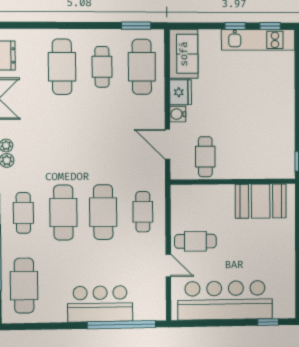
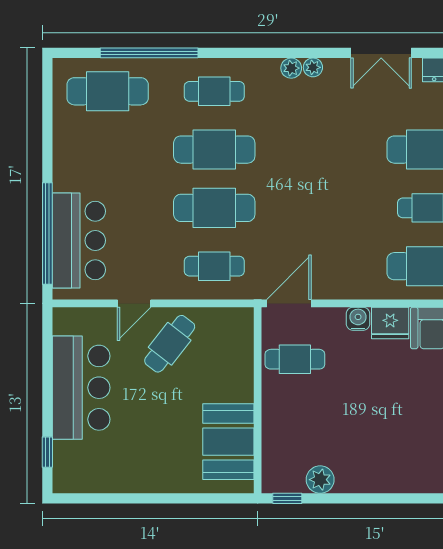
plant: (286, 139) -> (320, 480), added
door: (168, 144) -> (289, 303), moved
cafe table: (195, 241) -> (170, 344), turned 38
bar counter: (225, 300) -> (81, 388), width x0.73
bar counter: (100, 304) -> (79, 240), moved

